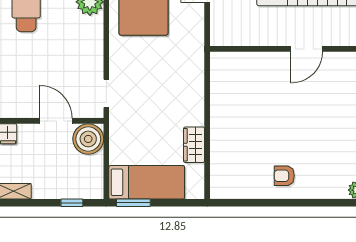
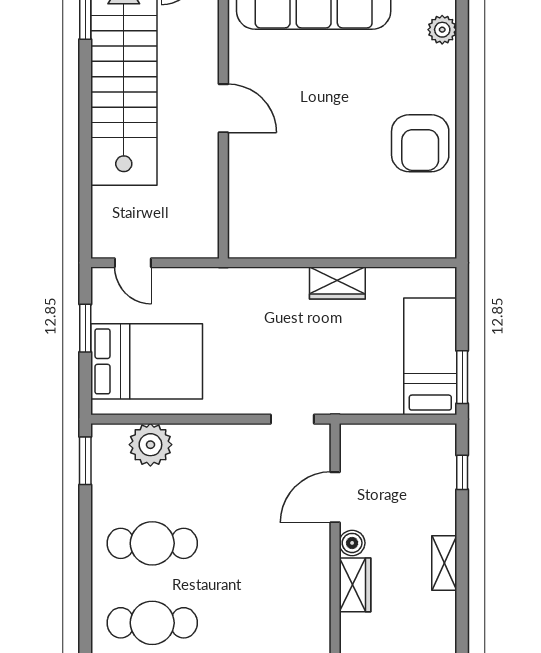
boiler: (88, 139) -> (352, 543), moved, width x0.54, depth x0.54
wardrobe: (194, 145) -> (337, 283), moved
armchair: (284, 176) -> (420, 143), width x1.88, depth x1.88

